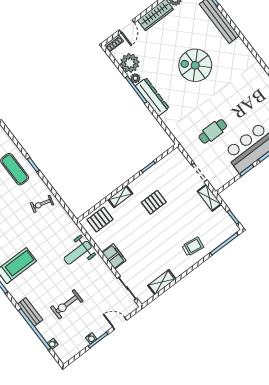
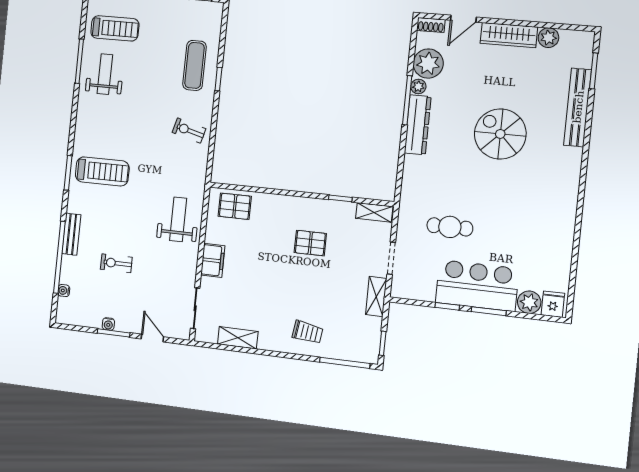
shelving: (120, 197) -> (374, 212), moved
weight bench: (78, 253) -> (178, 219), turned 90
exercise bike: (67, 304) -> (116, 263), width x0.73, depth x0.72

